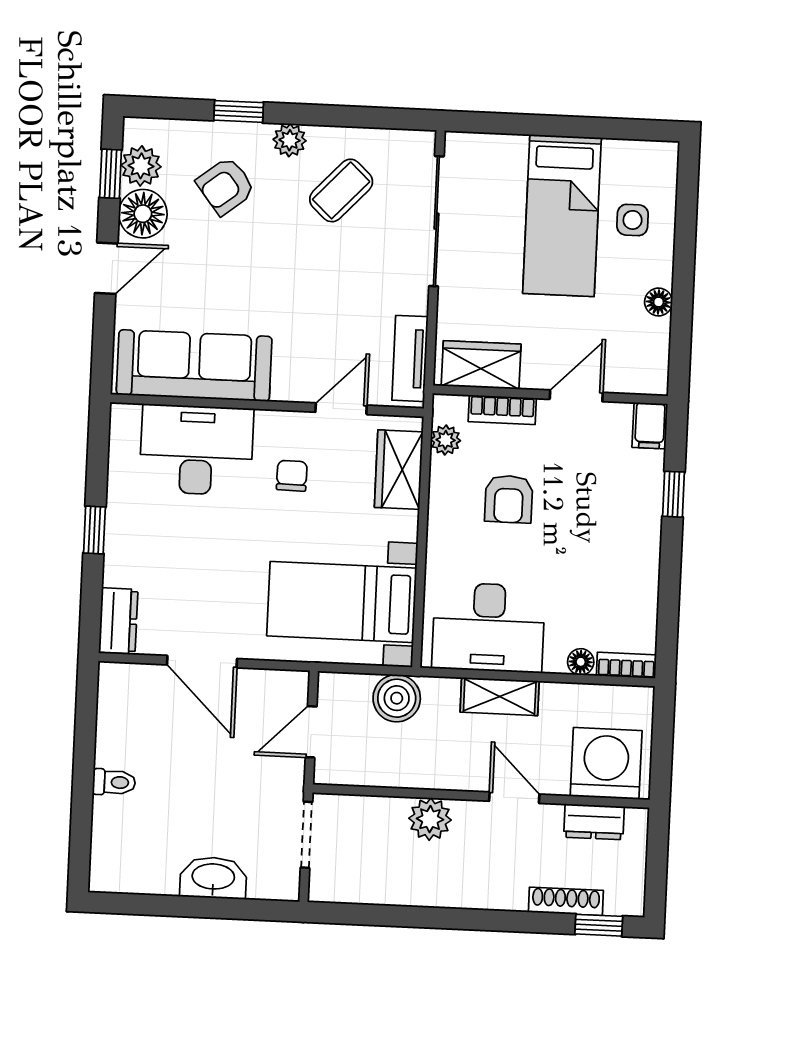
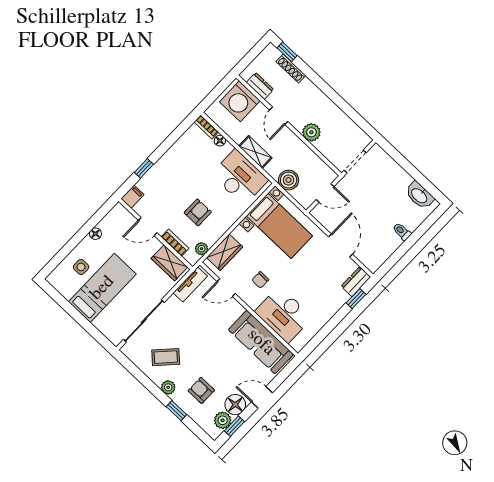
armchair: (226, 186) -> (201, 390), turned -142
window: (94, 530) -> (356, 299), moved
washbasin: (213, 878) -> (419, 195), moved

